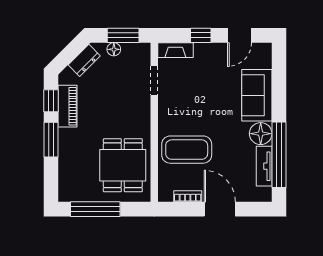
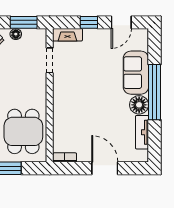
coffee table: (187, 150) -> (77, 118), removed
window: (279, 155) -> (154, 92), moved
bookcase: (188, 196) -> (65, 157), moved

